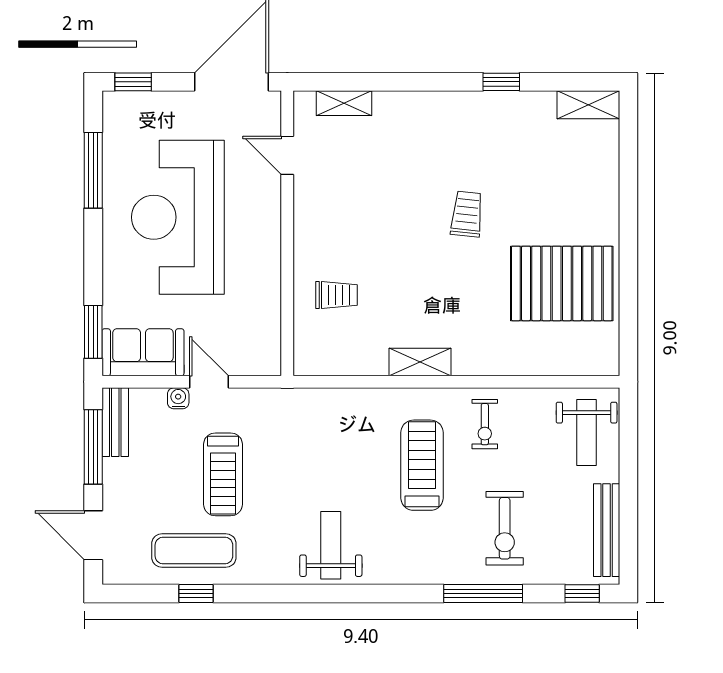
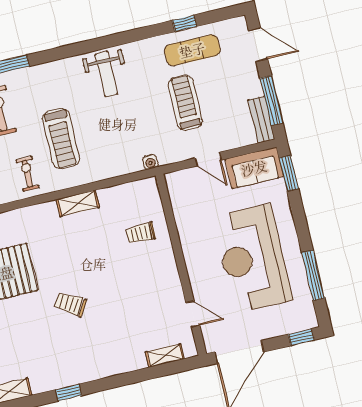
trolley: (467, 214) -> (70, 304), turned 116
reception desk: (178, 217) -> (253, 258), turned 180
water cooler: (178, 398) -> (150, 162), moved

